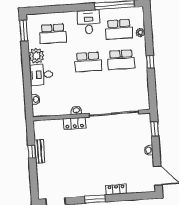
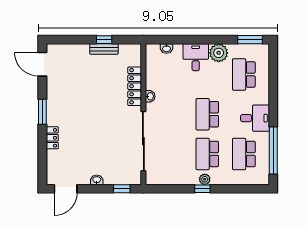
plant: (140, 32) -> (205, 179), moved
locker: (75, 123) -> (135, 86), width x1.53

